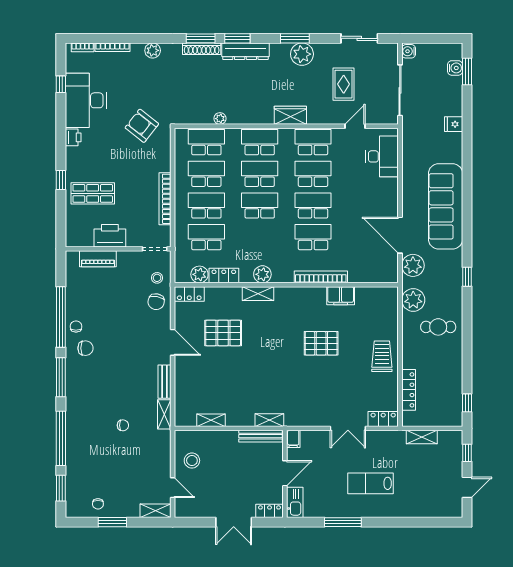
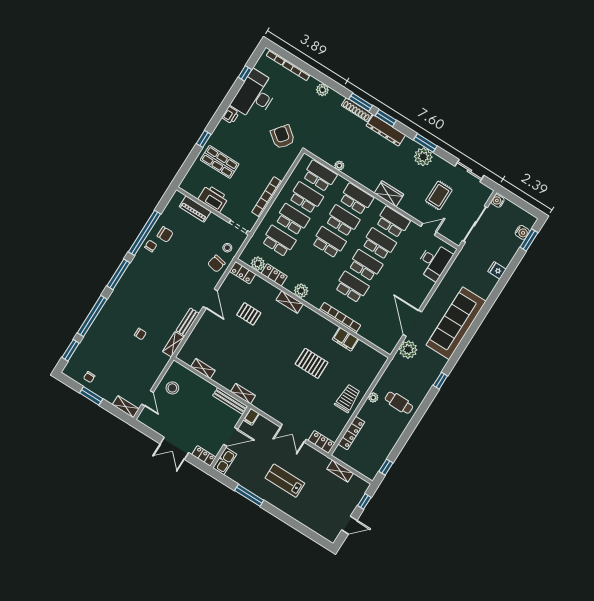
plant: (413, 300) -> (373, 397), moved, width x0.53, depth x0.53
pallet: (223, 333) -> (249, 314), width x0.67, depth x0.71
chair: (85, 348) -> (165, 234), moved

